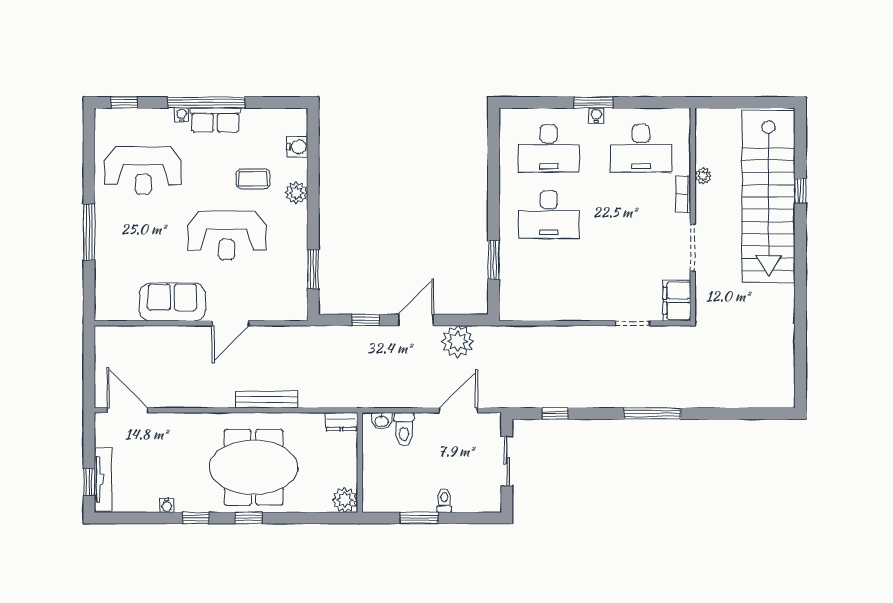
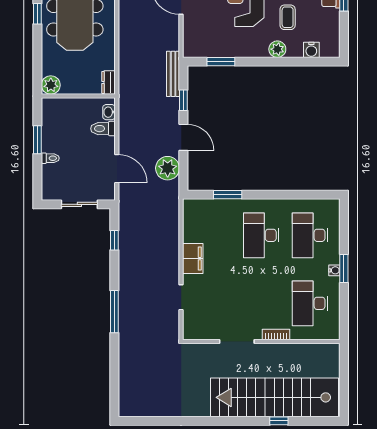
plant: (703, 176) -> (290, 349), removed
filing cabinet: (677, 301) -> (193, 259), moved, turned 90
bench: (267, 399) -> (173, 74), moved

